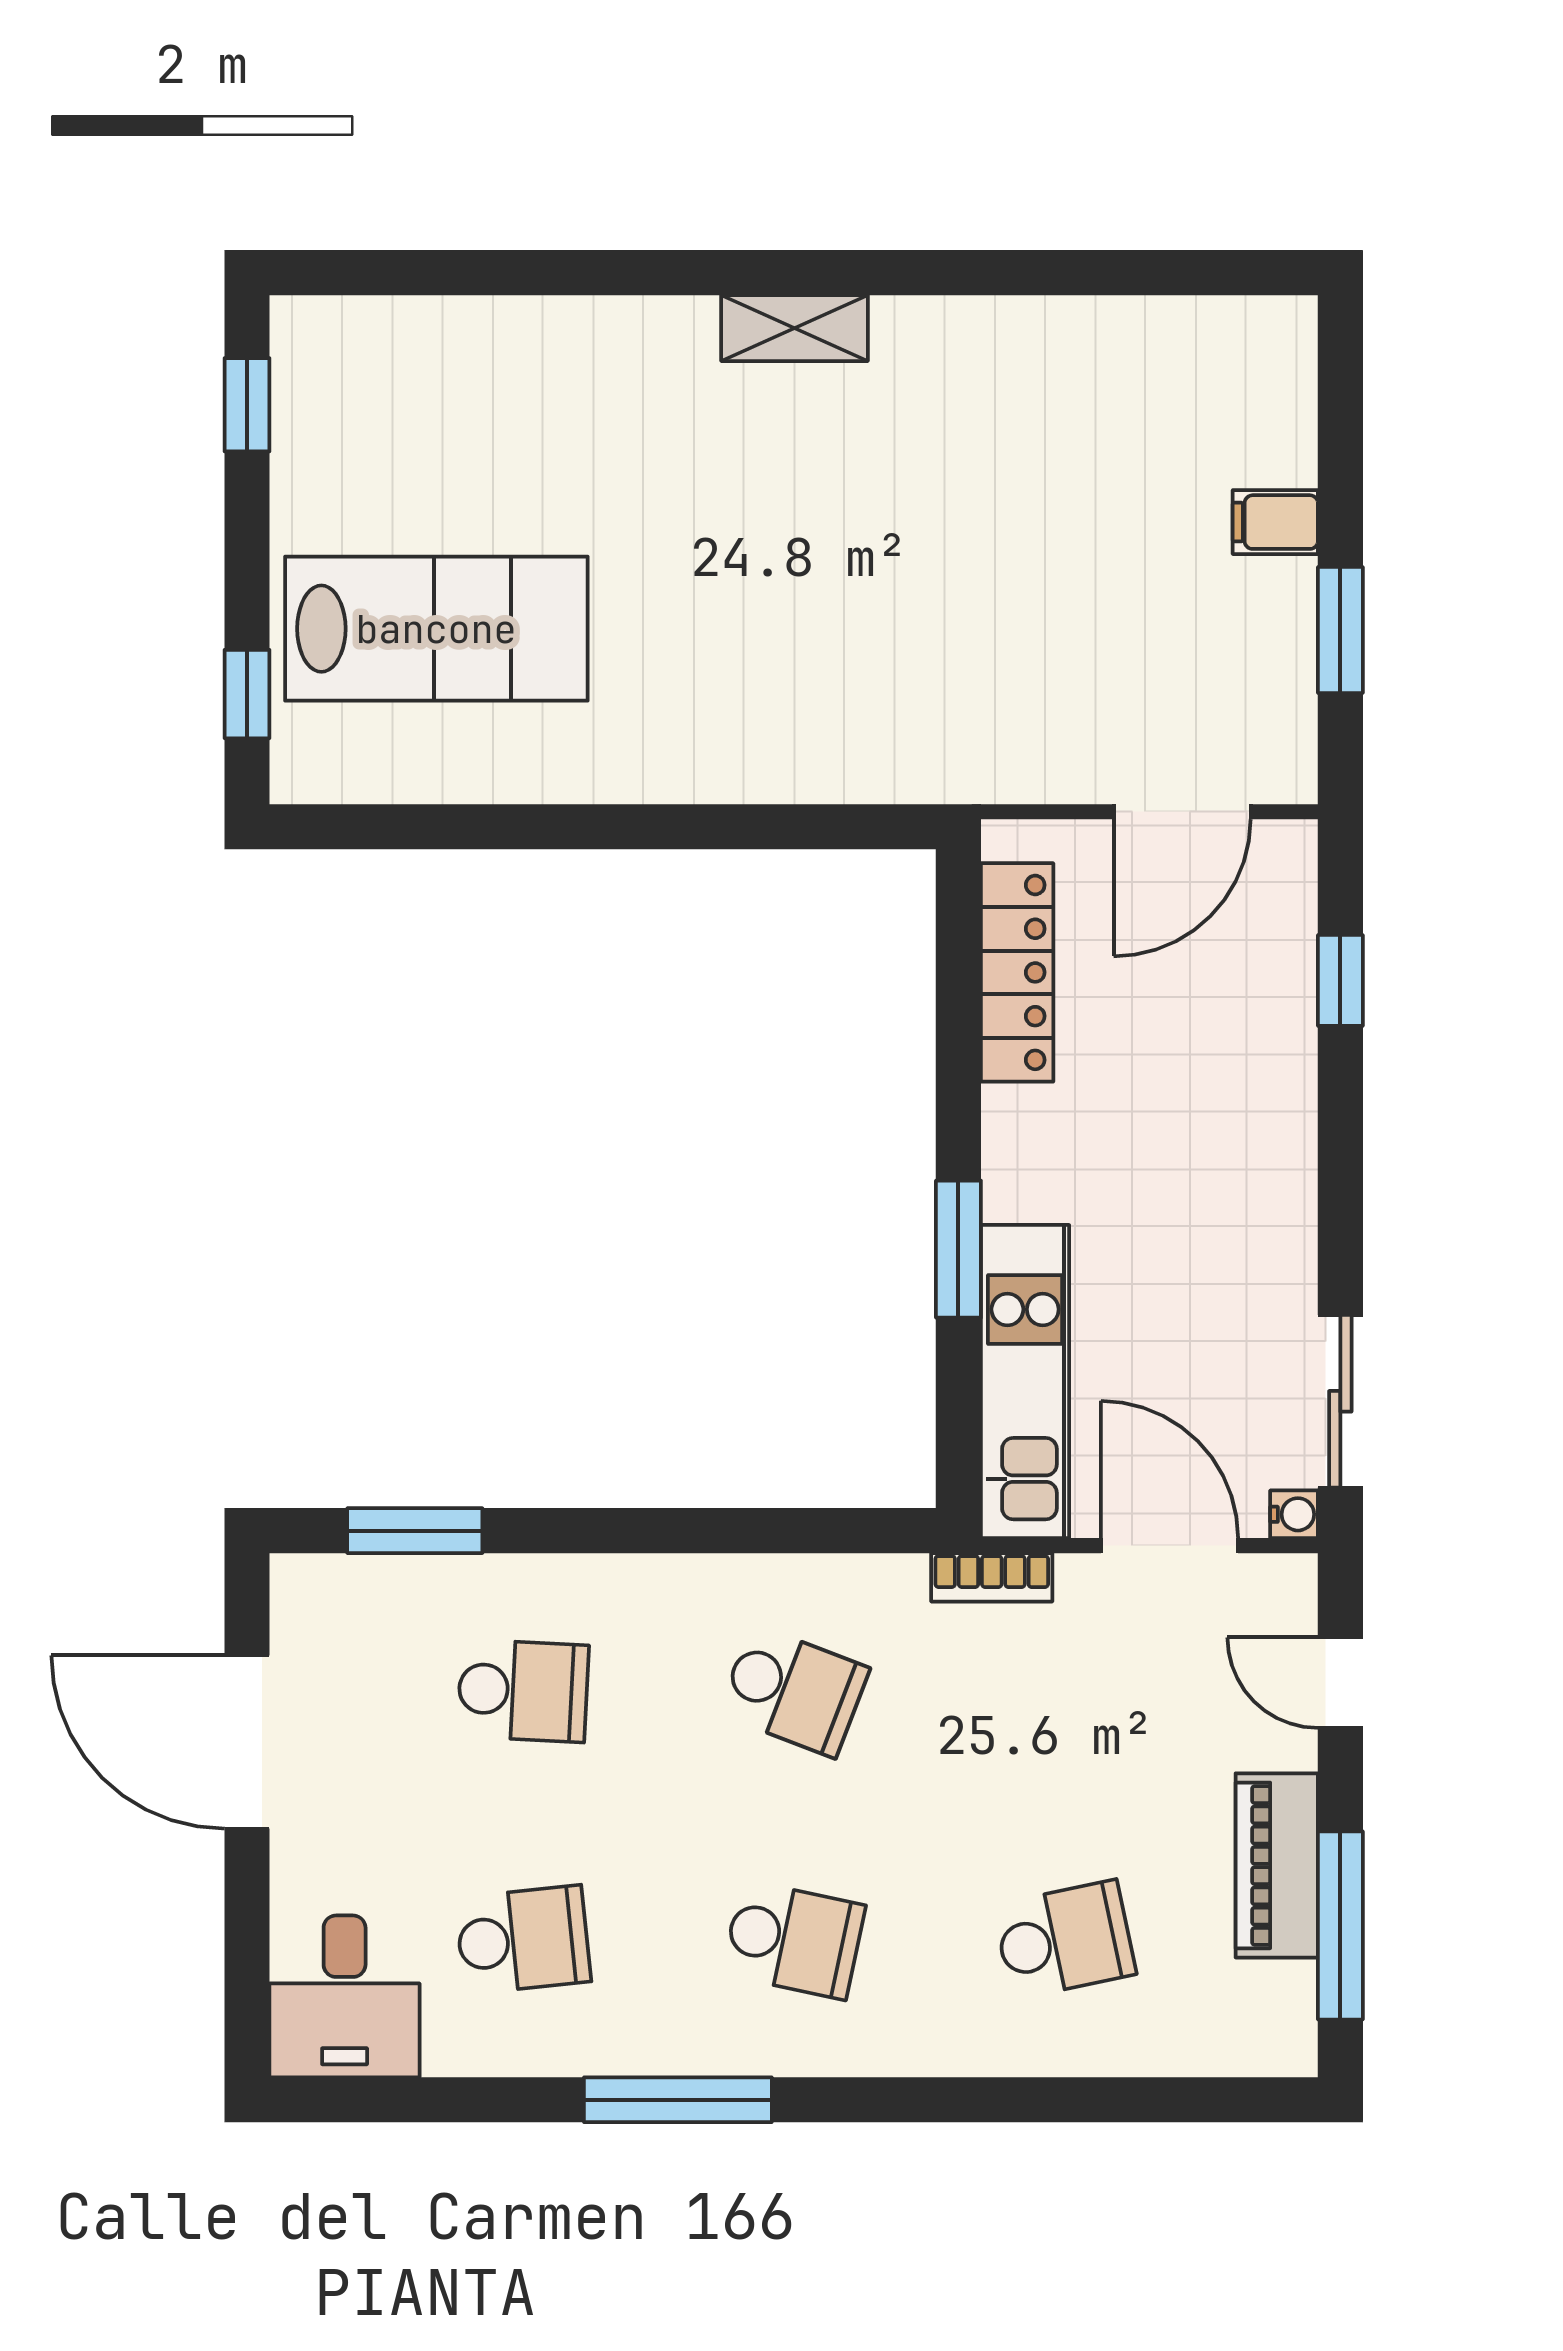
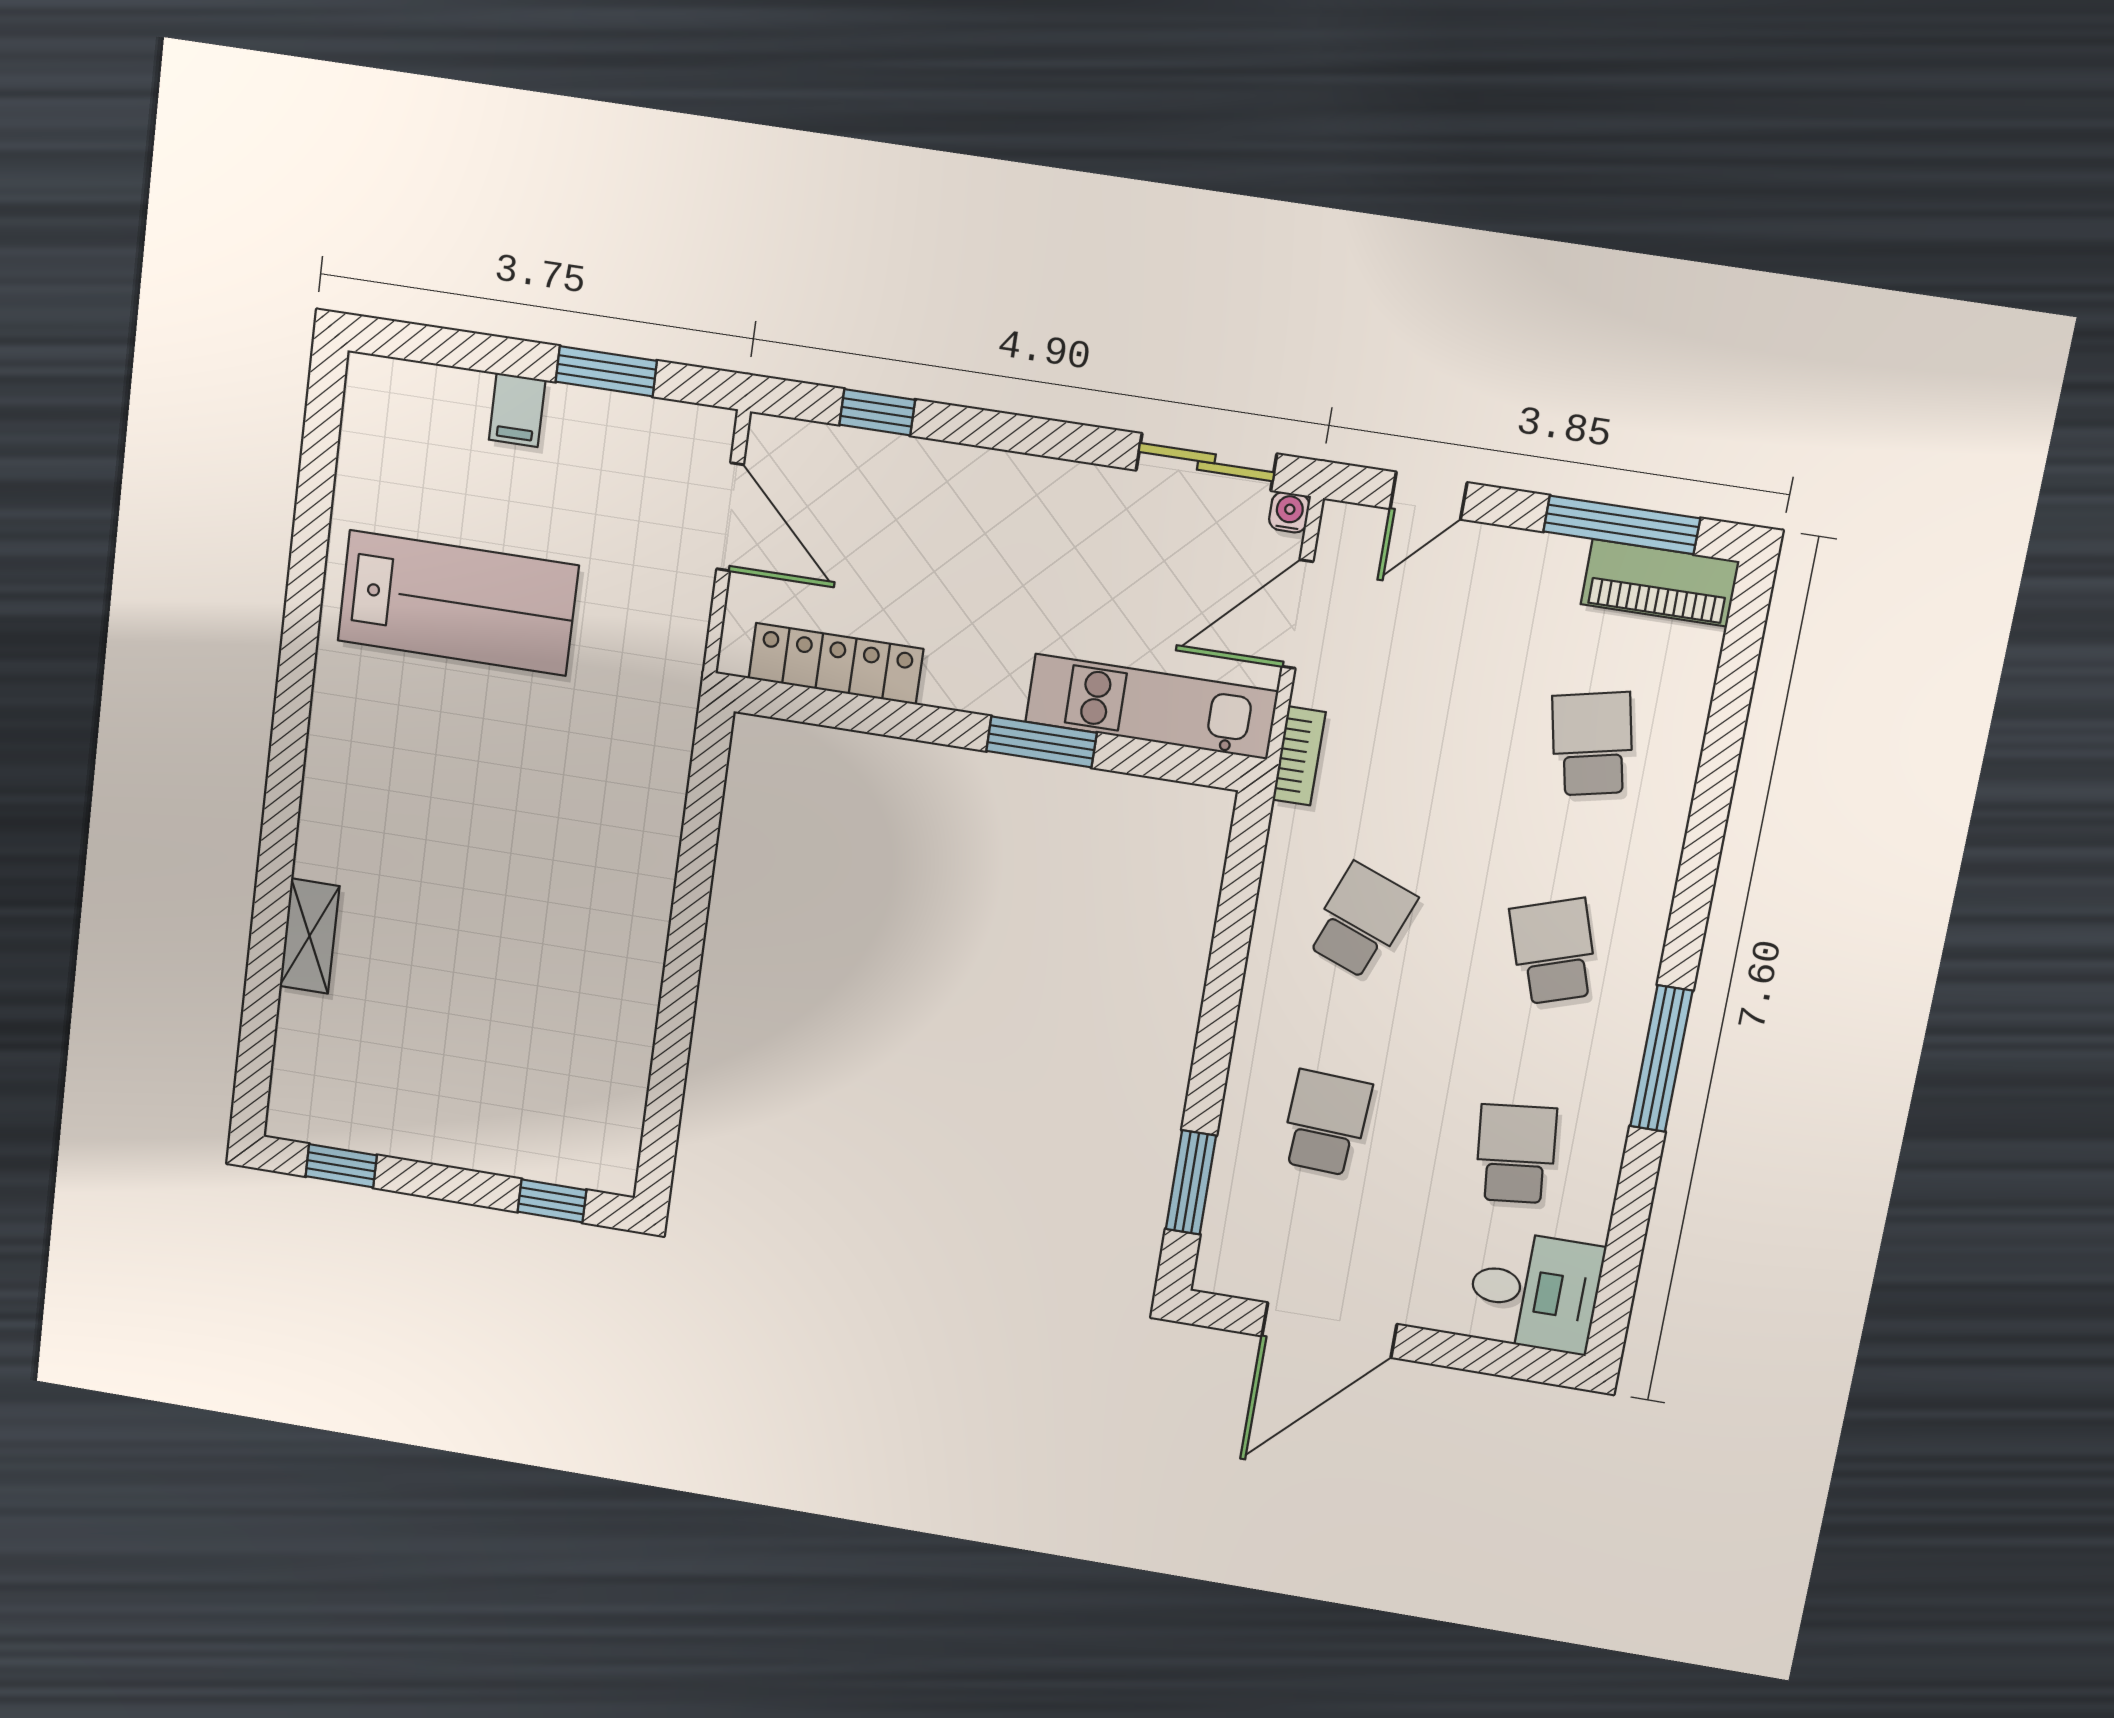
shelving: (794, 328) -> (309, 936), moved
lab bench: (436, 629) -> (458, 603), moved, turned 90
piano: (1277, 1865) -> (1660, 583), moved
school desk: (794, 1940) -> (1554, 951), turned -30

